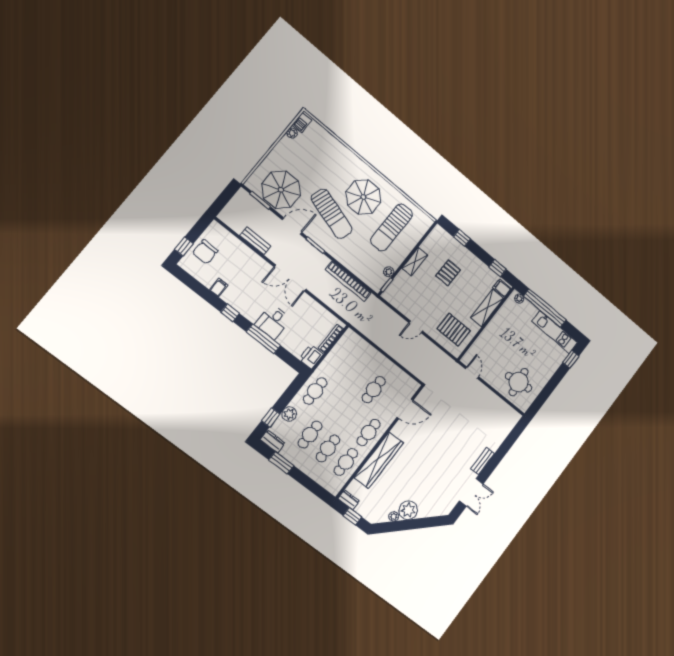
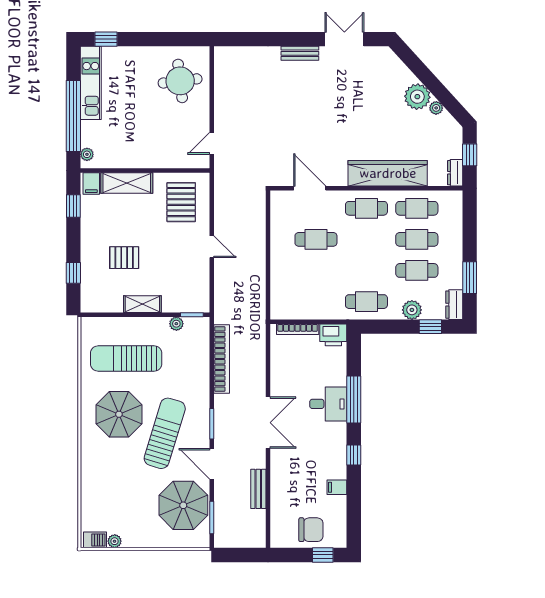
sun lounger: (392, 227) -> (126, 359), turned 180

